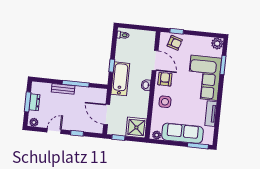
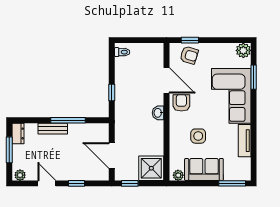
bathtub: (120, 79) -> (124, 108), removed
dresser: (34, 102) -> (18, 133), moved
side table: (165, 102) -> (198, 136), moved
door: (54, 131) -> (47, 183), hinge flipped
sofa: (183, 133) -> (204, 169), width x0.73

